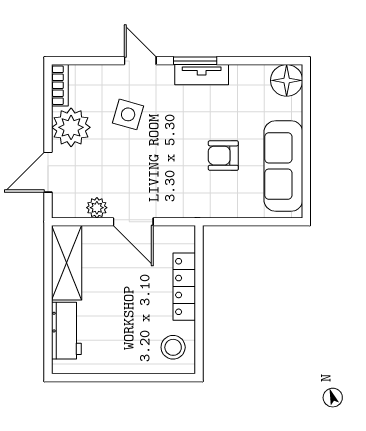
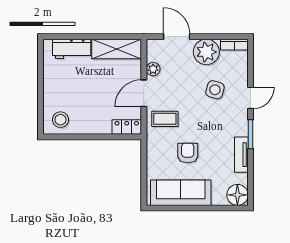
tv unit: (202, 75) -> (241, 155), moved
coffee table: (172, 190) -> (165, 119), added
locker: (184, 287) -> (127, 127), moved, width x0.66

